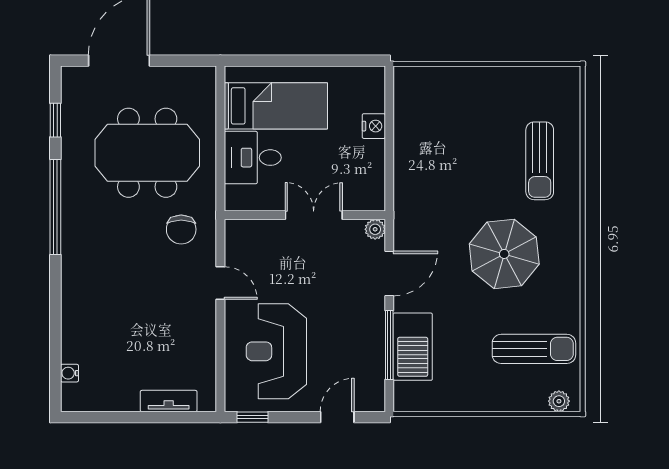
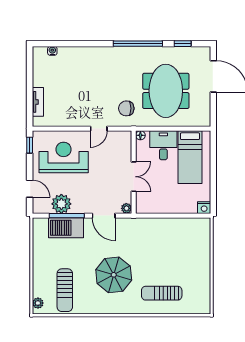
nightstand: (374, 126) -> (204, 208), moved
floor lamp: (233, 202) -> (140, 135), added
plant: (366, 355) -> (61, 204), added

